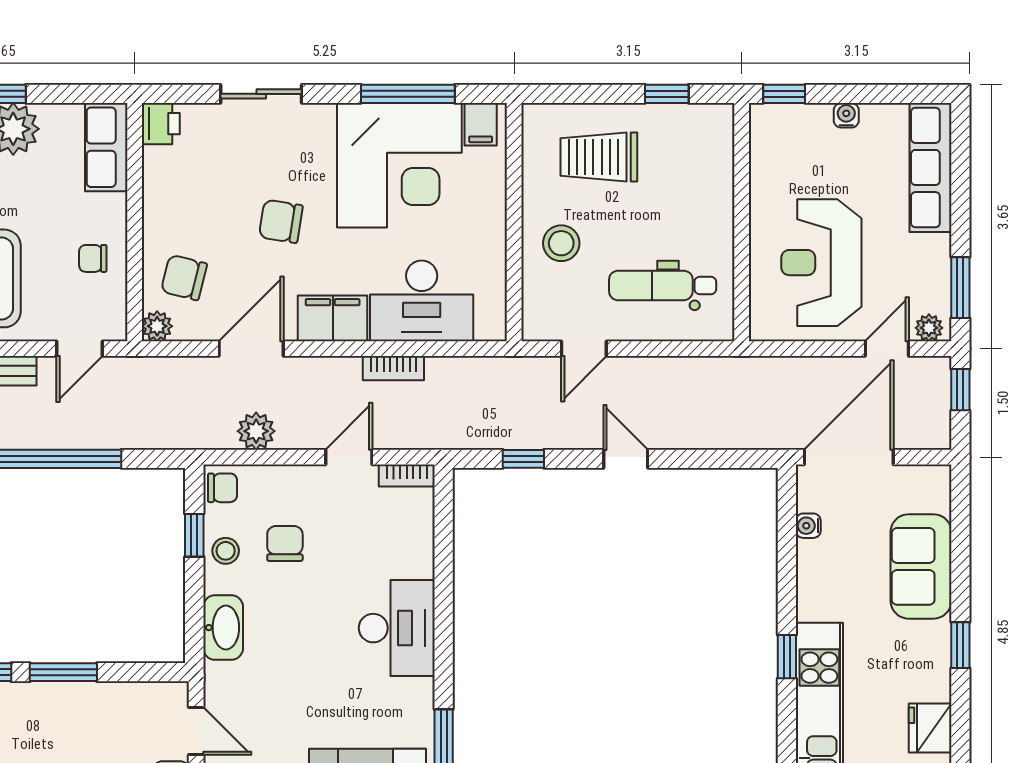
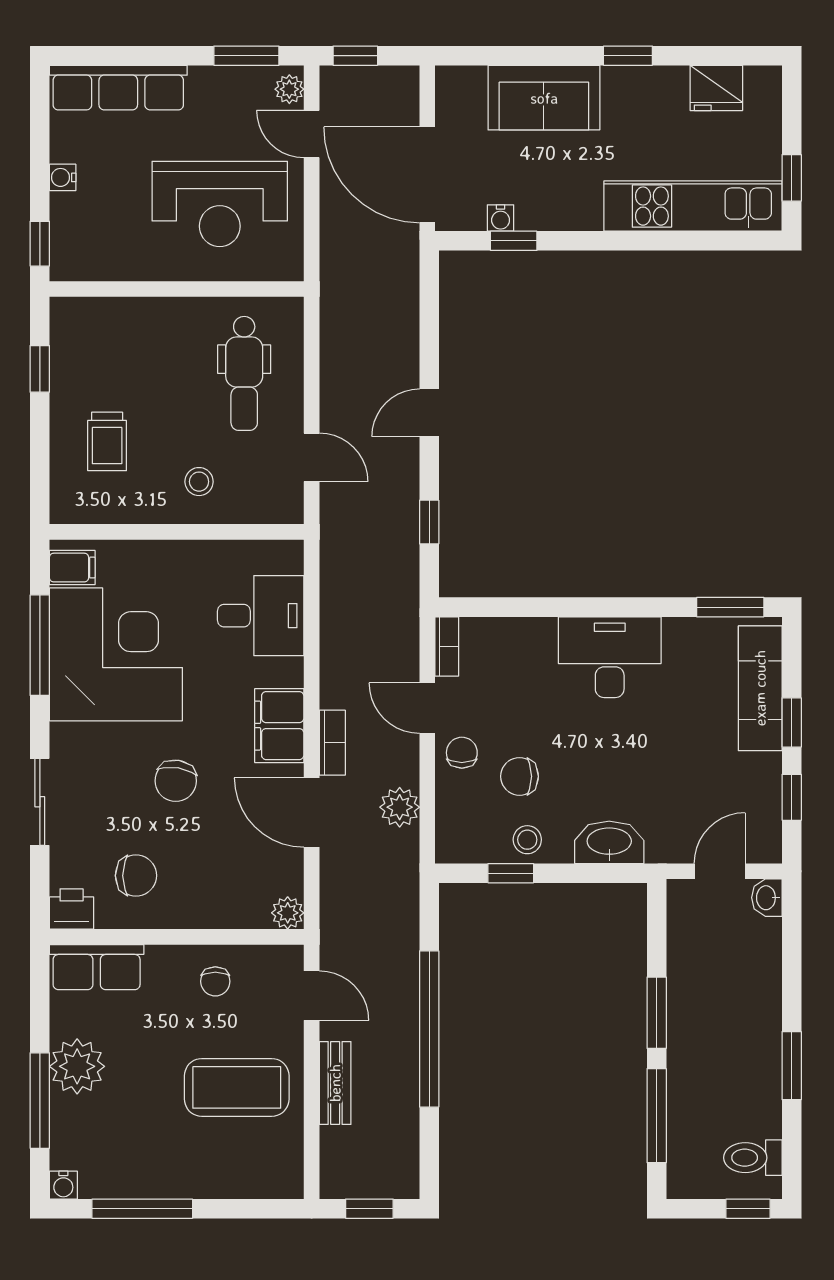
trolley: (599, 157) -> (107, 441), width x0.73, depth x0.72
stool: (561, 243) -> (199, 482), width x0.73, depth x0.73
chair: (184, 277) -> (136, 876), moved, turned -104
desk: (422, 301) -> (261, 616), width x0.73
bookcase: (393, 368) -> (332, 743), moved
chair: (223, 488) -> (462, 753), moved
window: (787, 657) -> (514, 241), moved

